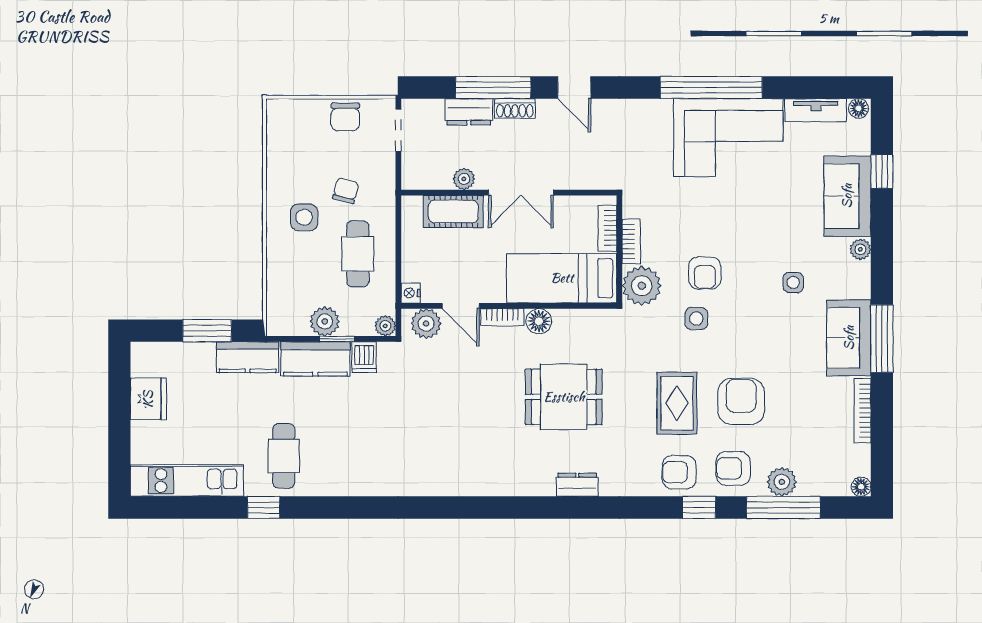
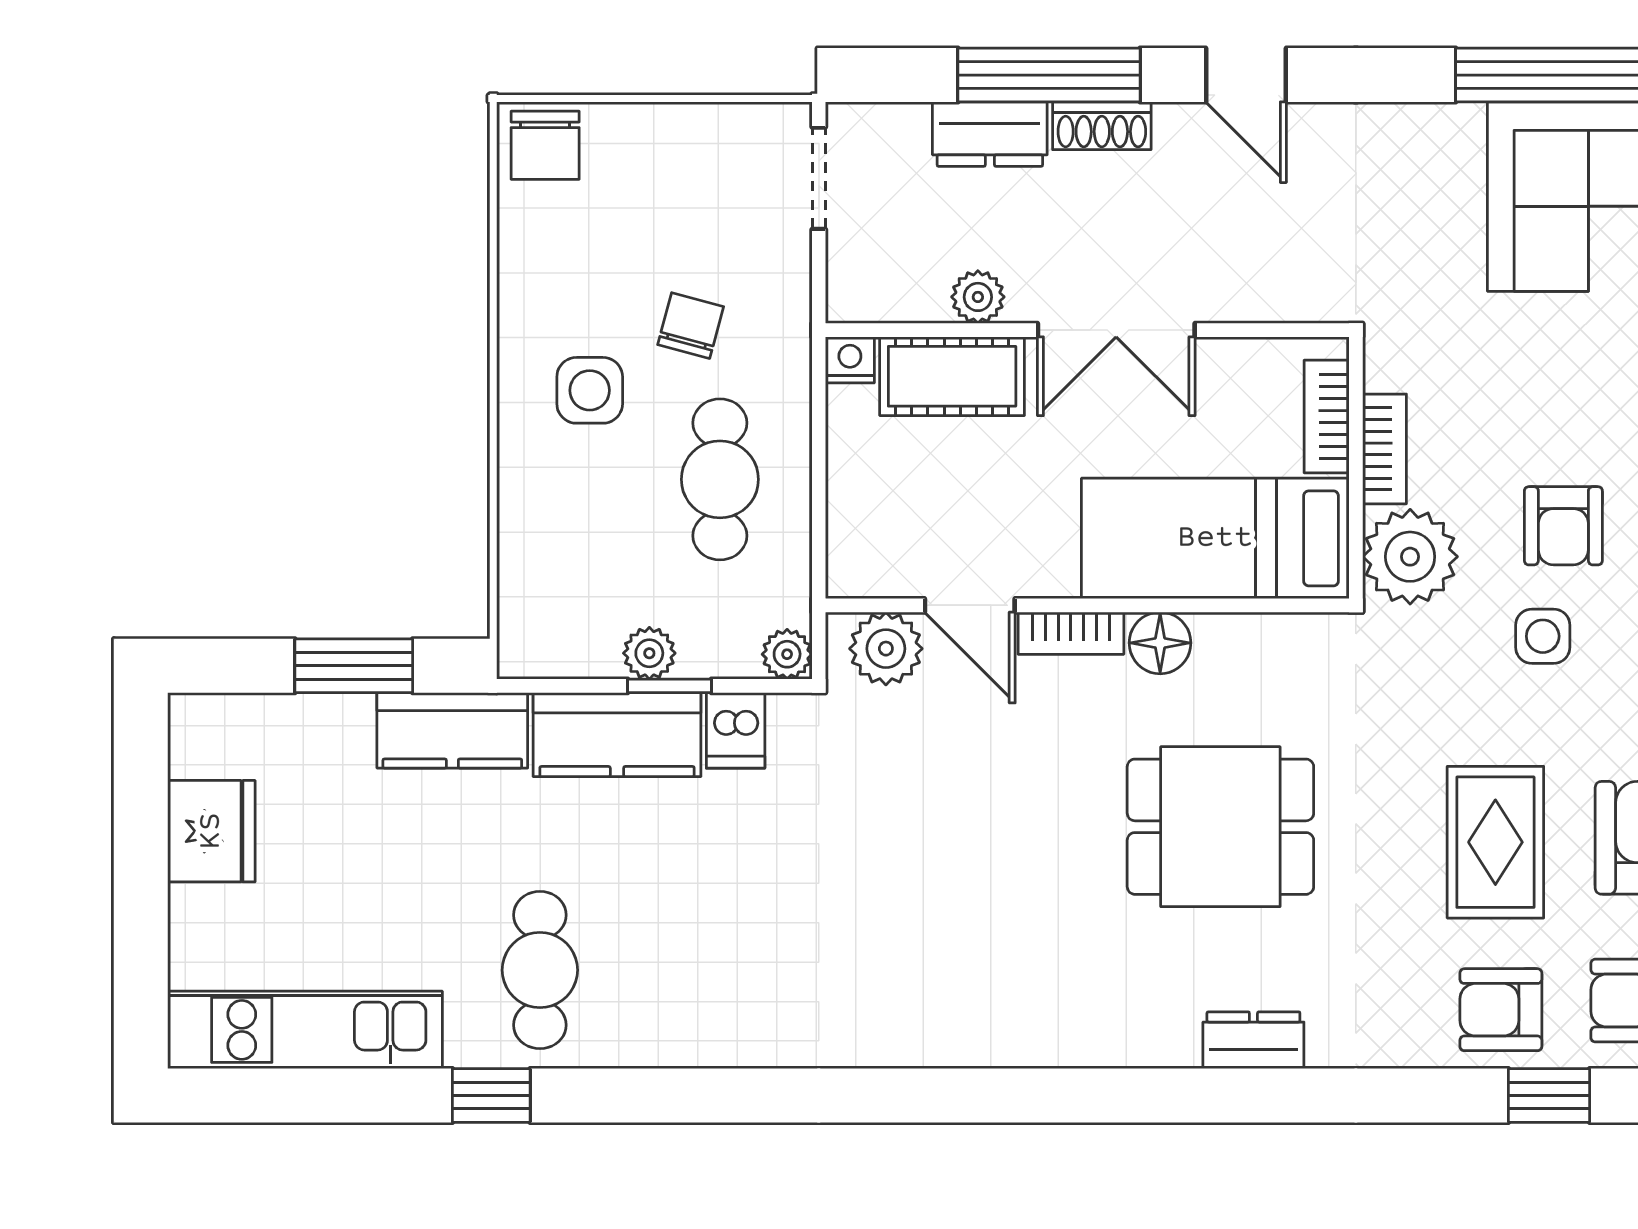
chair: (345, 117) -> (545, 145), moved
nightstand: (411, 293) -> (850, 360), moved, turned 90
plant: (325, 321) -> (649, 653), width x0.73, depth x0.73

